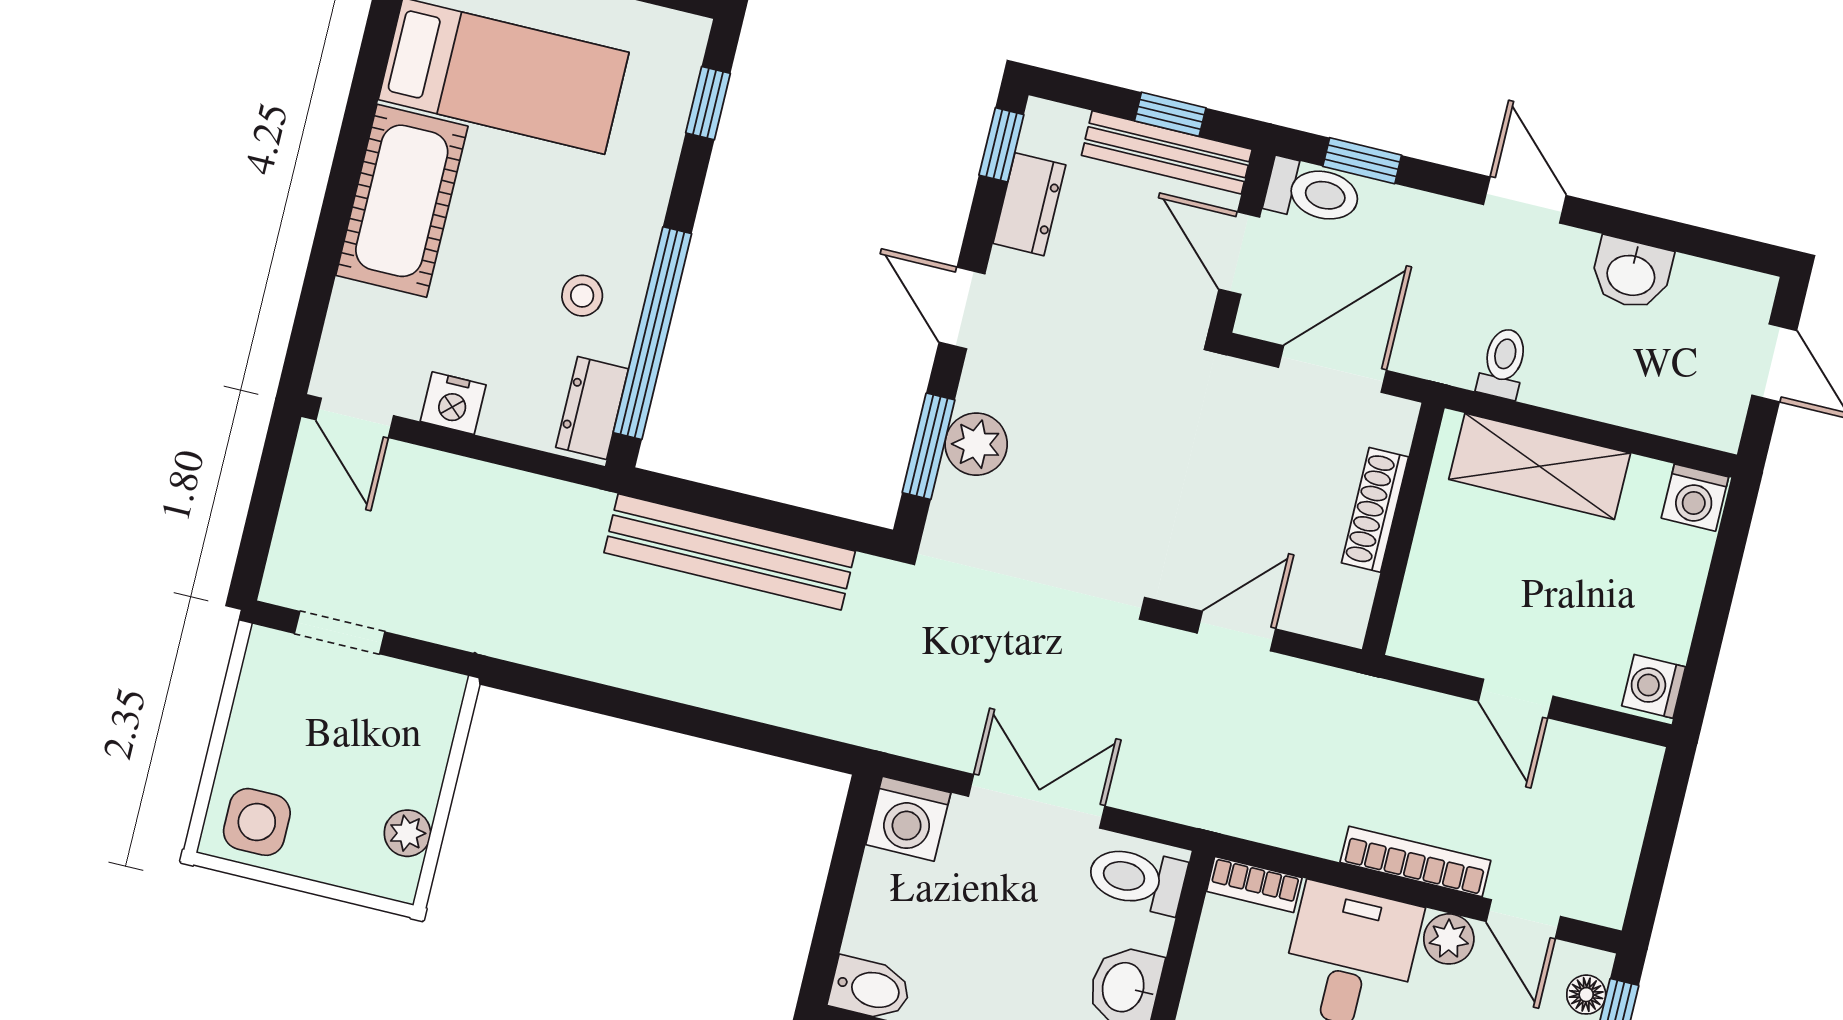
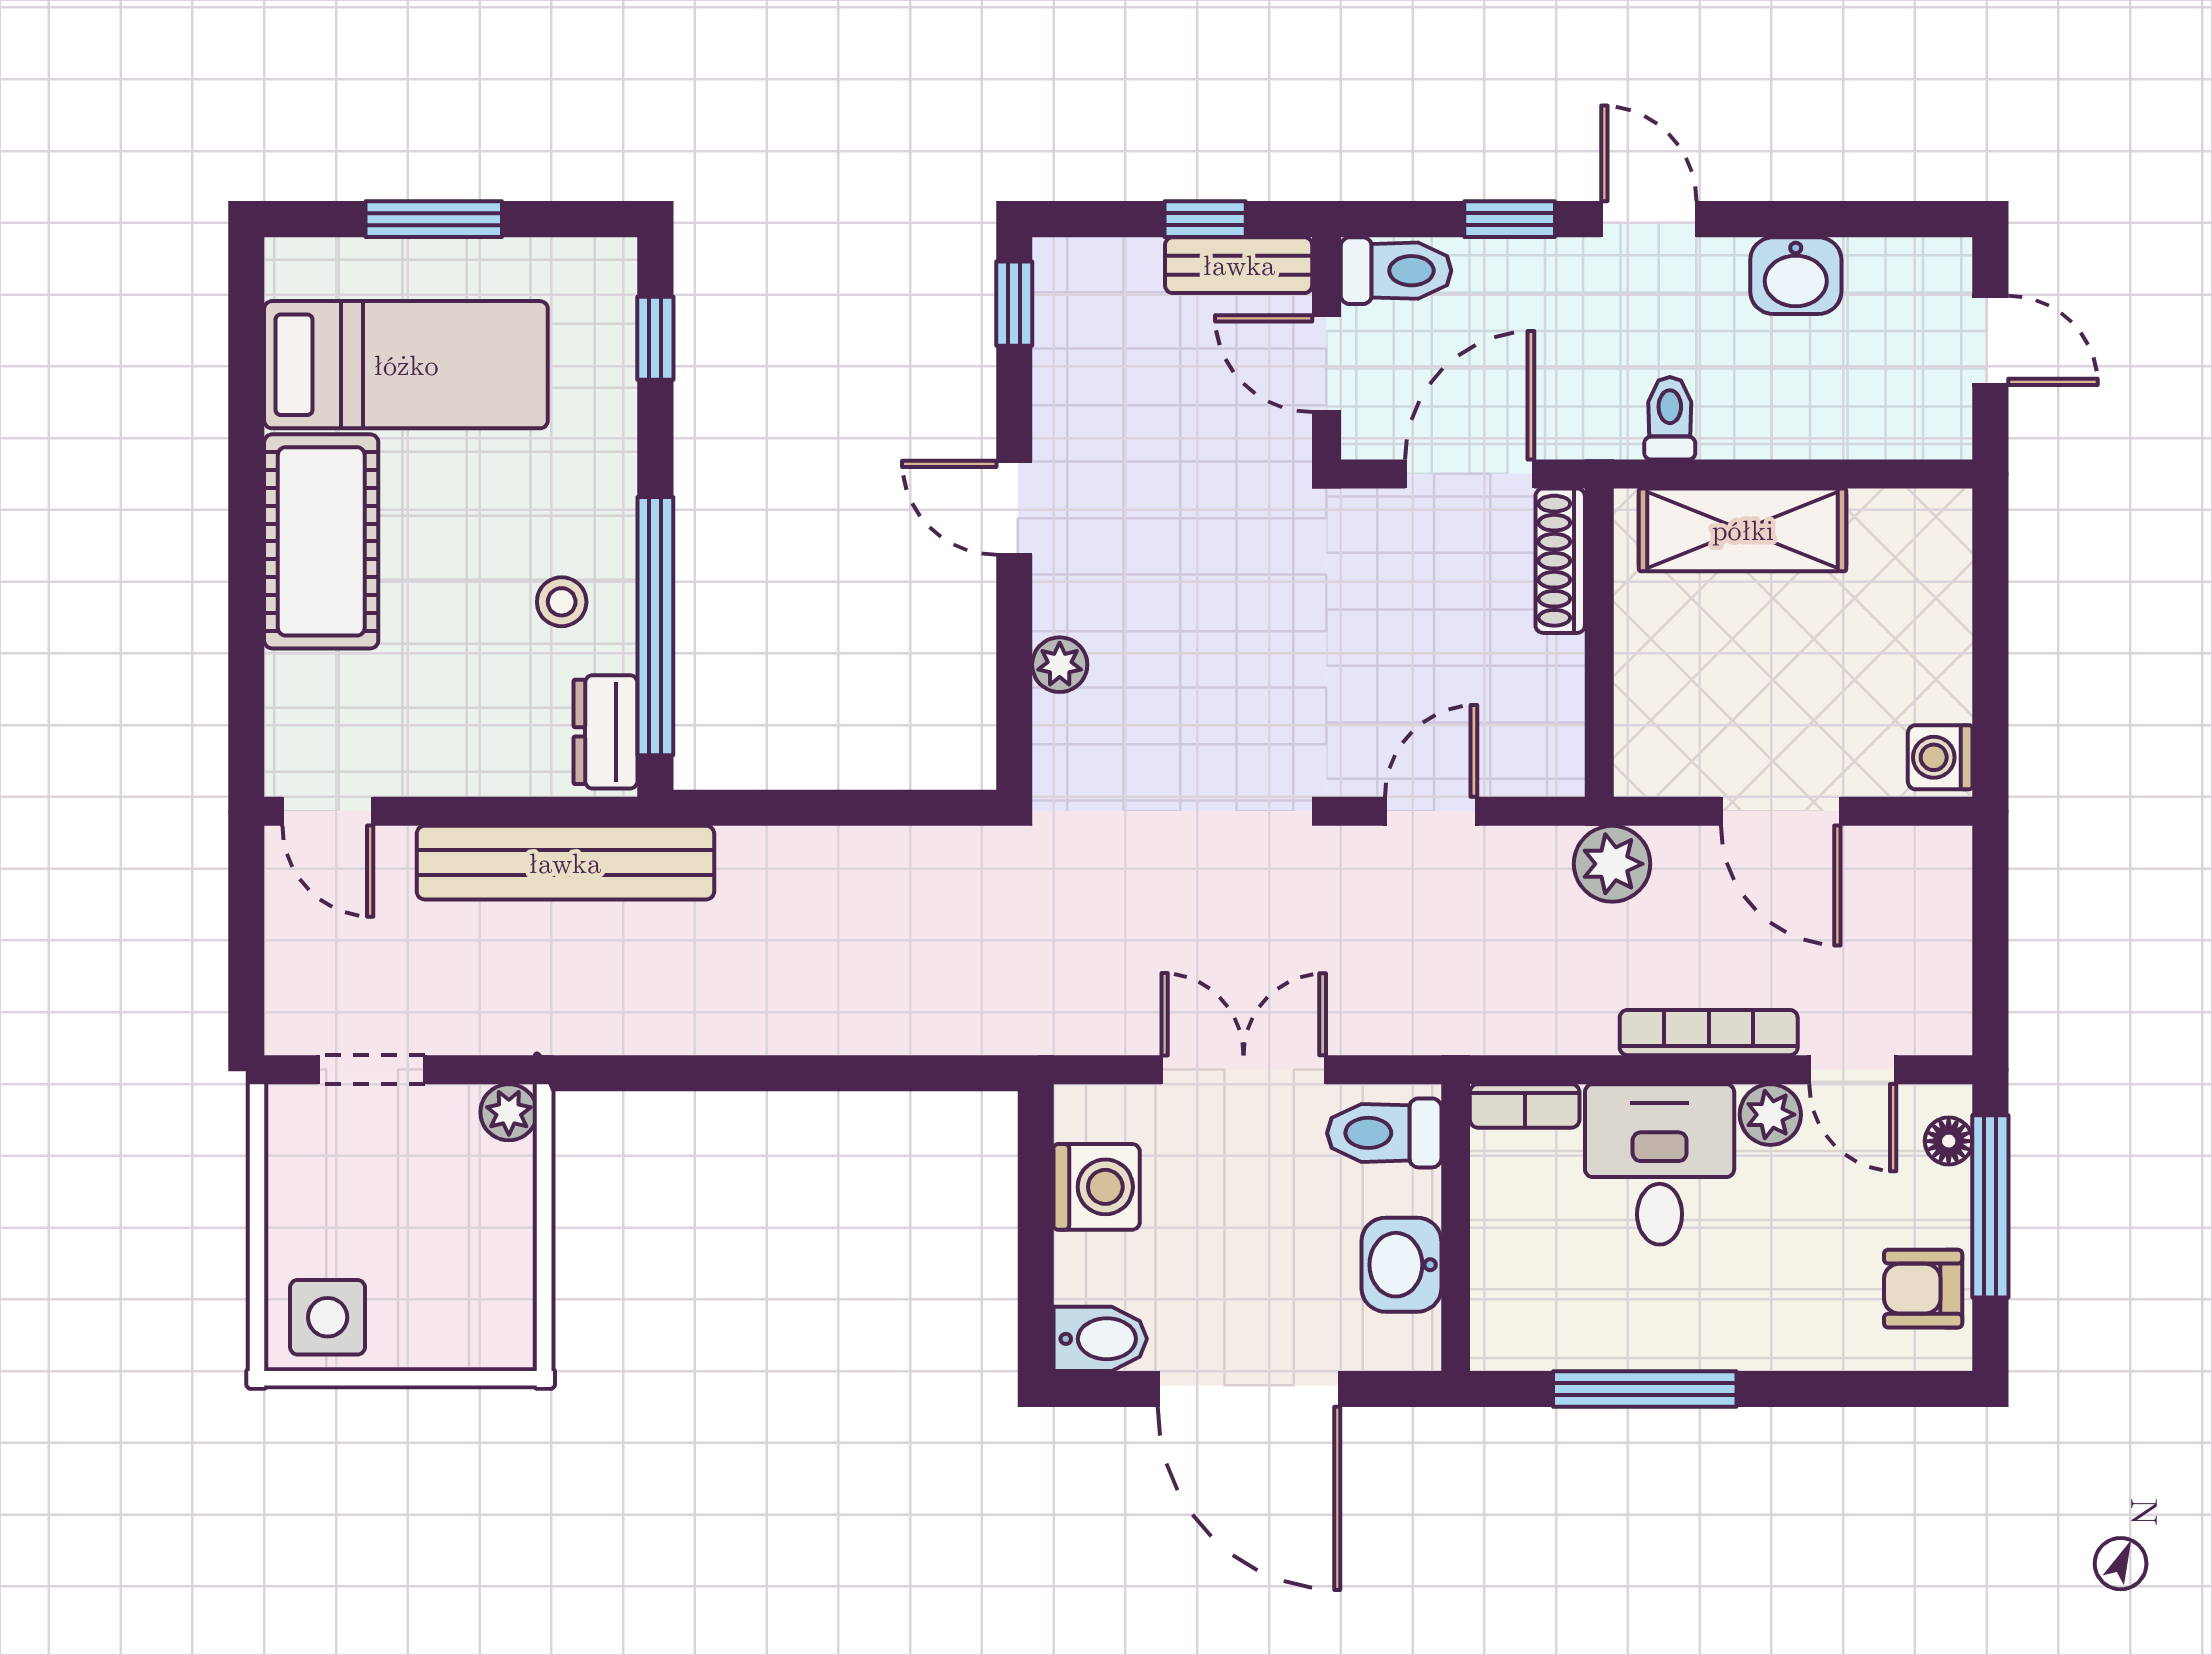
bench: (1167, 152) -> (1239, 265), width x0.73
window: (1362, 161) -> (1510, 219), moved
dresser: (1029, 204) -> (1064, 366), removed
nightstand: (453, 403) -> (440, 766), removed
plant: (976, 444) -> (1060, 665), width x0.73, depth x0.73
window: (929, 446) -> (1014, 681), removed
washing machine: (1695, 498) -> (1935, 522), removed
shoe rack: (1375, 510) -> (1560, 561), moved
bench: (730, 552) -> (565, 863), moved
door: (1516, 699) -> (1781, 811), width x1.38
plant: (1371, 708) -> (1612, 864), added
washing machine: (908, 819) -> (1097, 1187), moved, turned -90
plant: (407, 833) -> (509, 1112), moved

